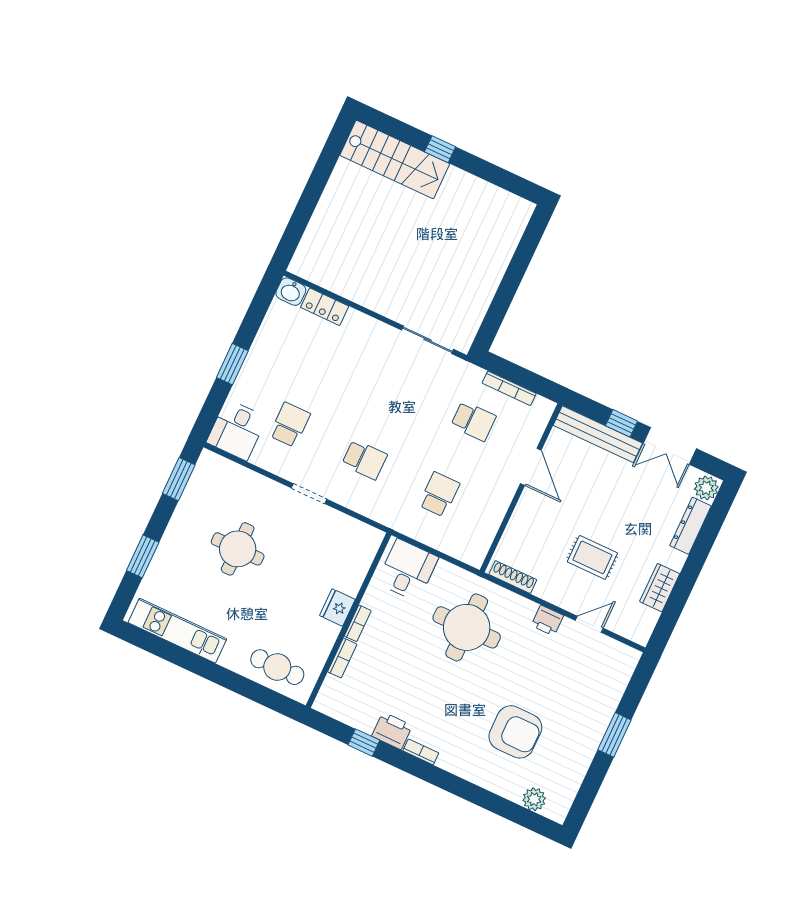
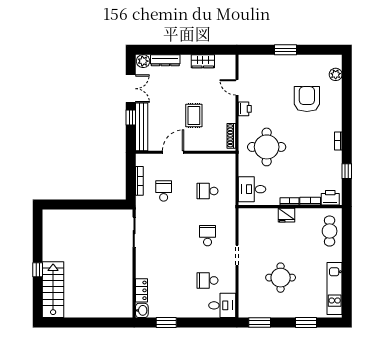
window: (232, 364) -> (166, 323), moved
rug: (592, 557) -> (194, 116), moved
printer: (392, 731) -> (330, 198), moved, turned 90

